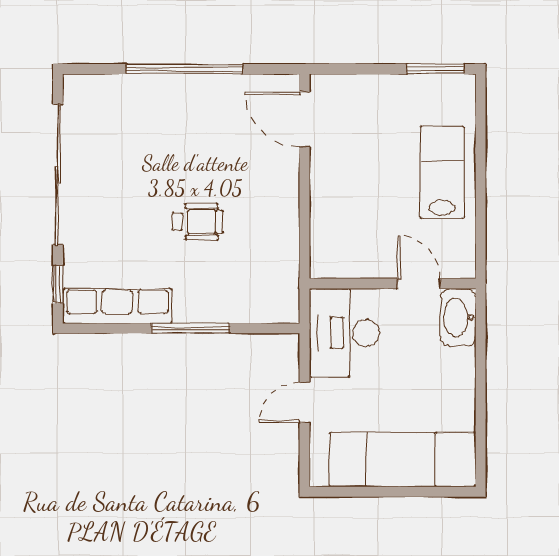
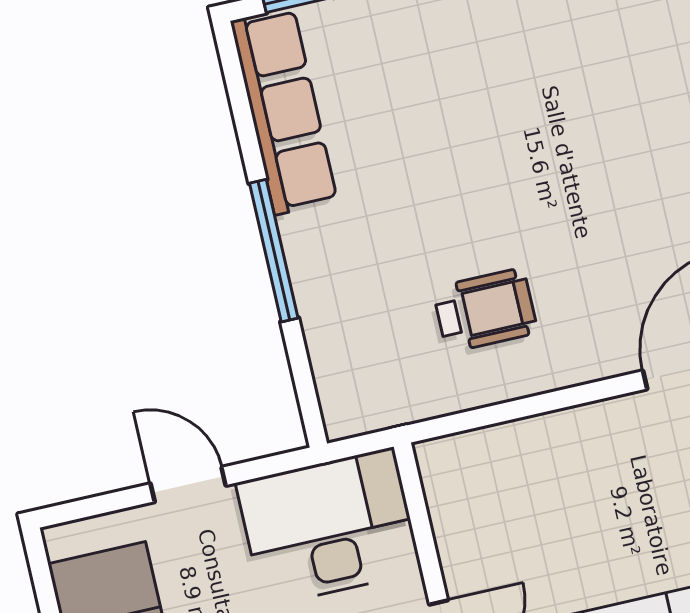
wheelchair: (198, 222) -> (485, 310), moved, turned -90

